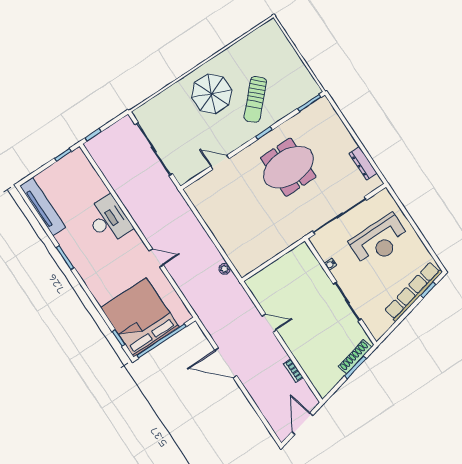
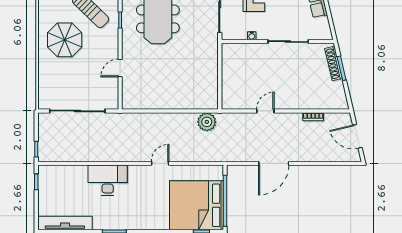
plant: (225, 269) -> (207, 122), width x1.87, depth x1.87

